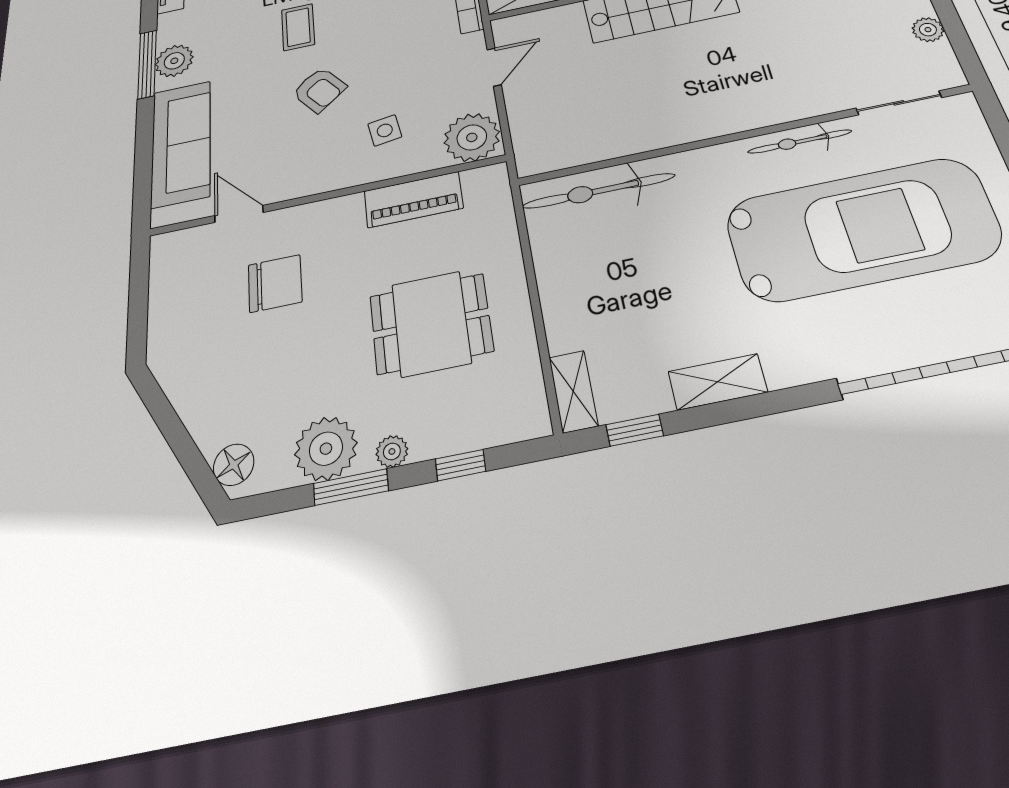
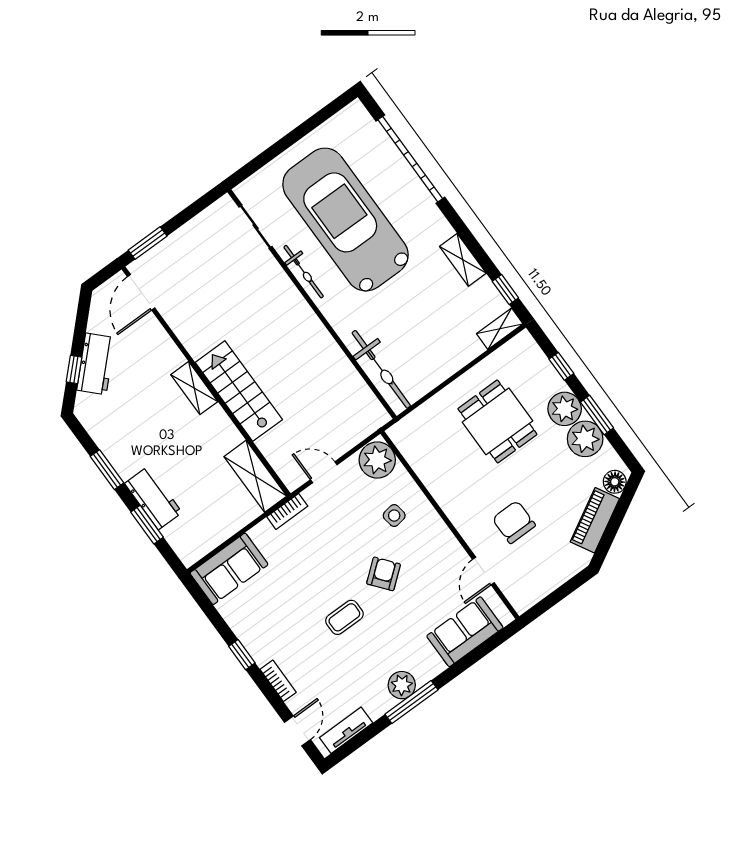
plant: (928, 30) -> (196, 227), removed
sofa: (181, 143) -> (465, 632), width x0.73
piano: (413, 200) -> (595, 520), moved, turned -119
plant: (392, 451) -> (565, 409), width x1.88, depth x1.88

